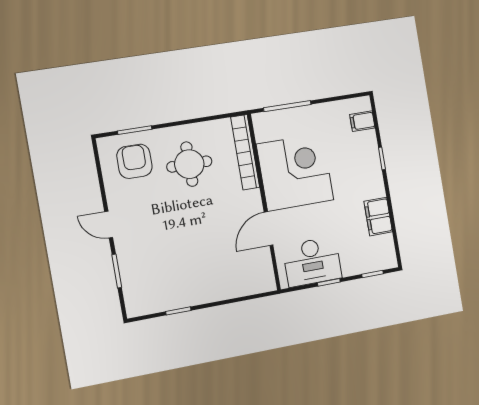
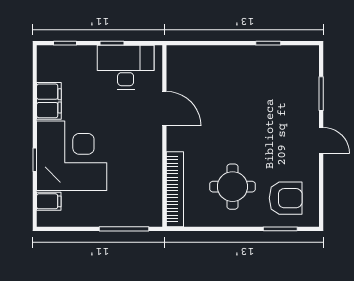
armchair: (134, 161) -> (286, 198), turned -90
corner desk: (295, 172) -> (72, 156), moved, turned 180
door: (269, 229) -> (164, 109), hinge flipped

